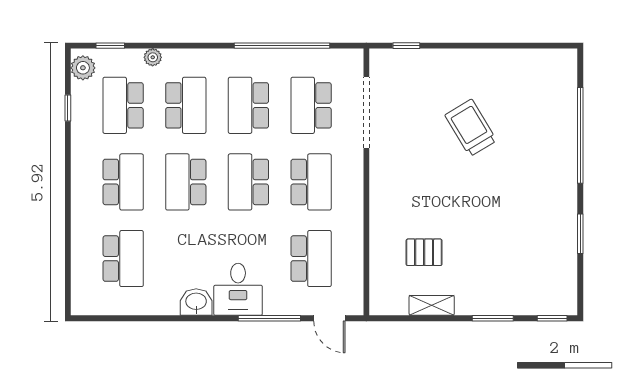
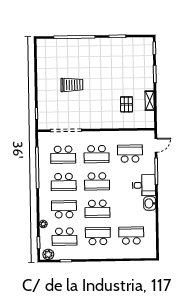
trolley: (471, 128) -> (72, 85), turned -149
school desk: (311, 182) -> (97, 154), turned 180

